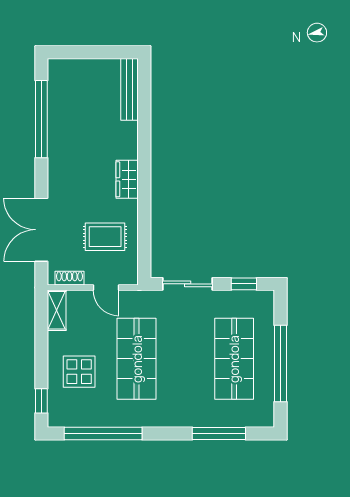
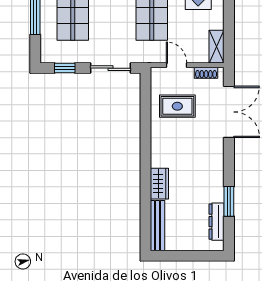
dresser: (57, 94) -> (217, 222), added
window: (41, 119) -> (229, 201), width x0.47
wardrobe: (127, 179) -> (159, 184), moved

